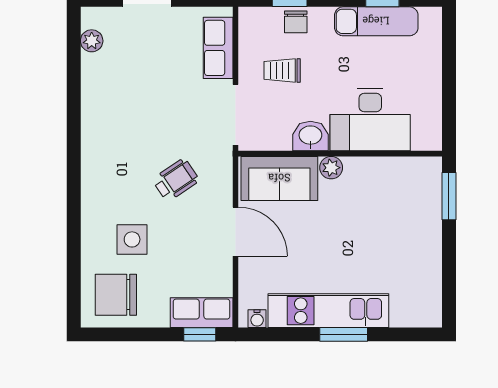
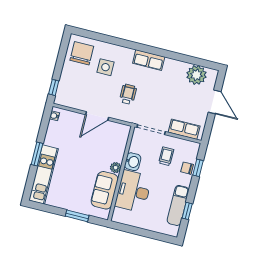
plant: (92, 41) -> (196, 75), width x1.88, depth x1.88
sofa: (279, 178) -> (105, 190), moved
wheelchair: (176, 180) -> (128, 94), turned -146
window: (449, 196) -> (77, 216), moved
kitchen unit: (328, 311) -> (44, 174), moved
row of seats: (202, 313) -> (149, 60), moved, turned 90

